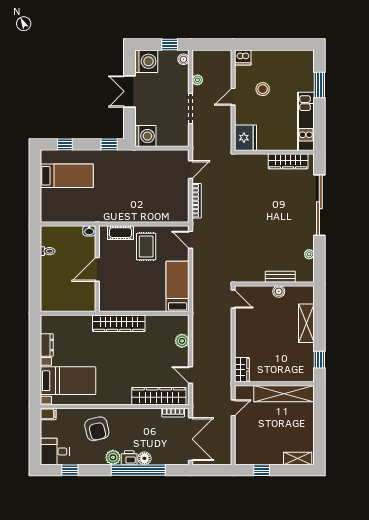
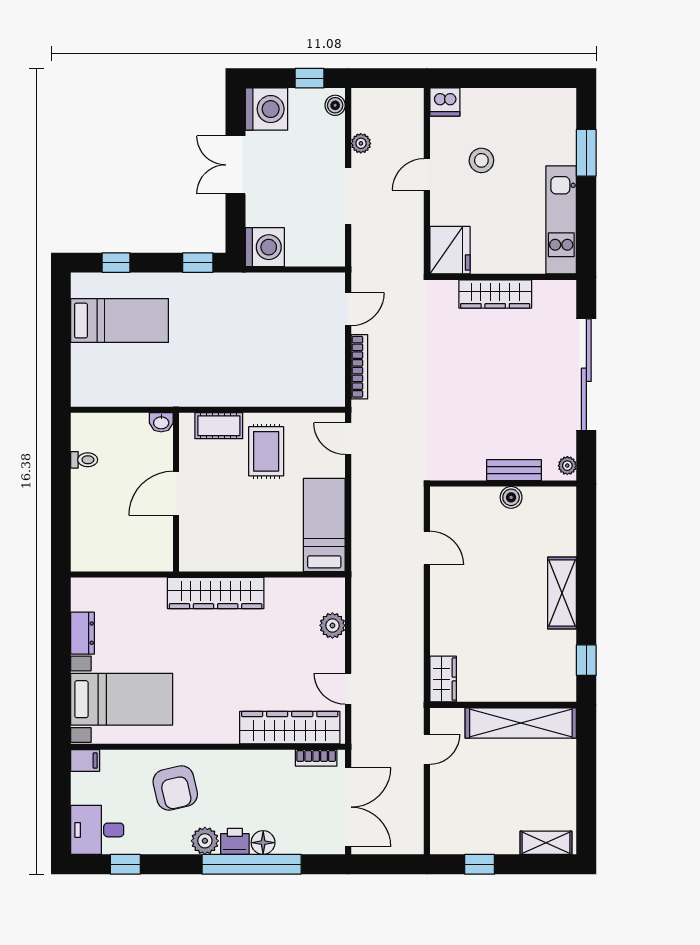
wardrobe: (288, 161) -> (495, 294), moved
bench: (280, 277) -> (514, 470), moved
wall: (274, 284) -> (503, 484), moved
boiler: (279, 291) -> (511, 497), moved

